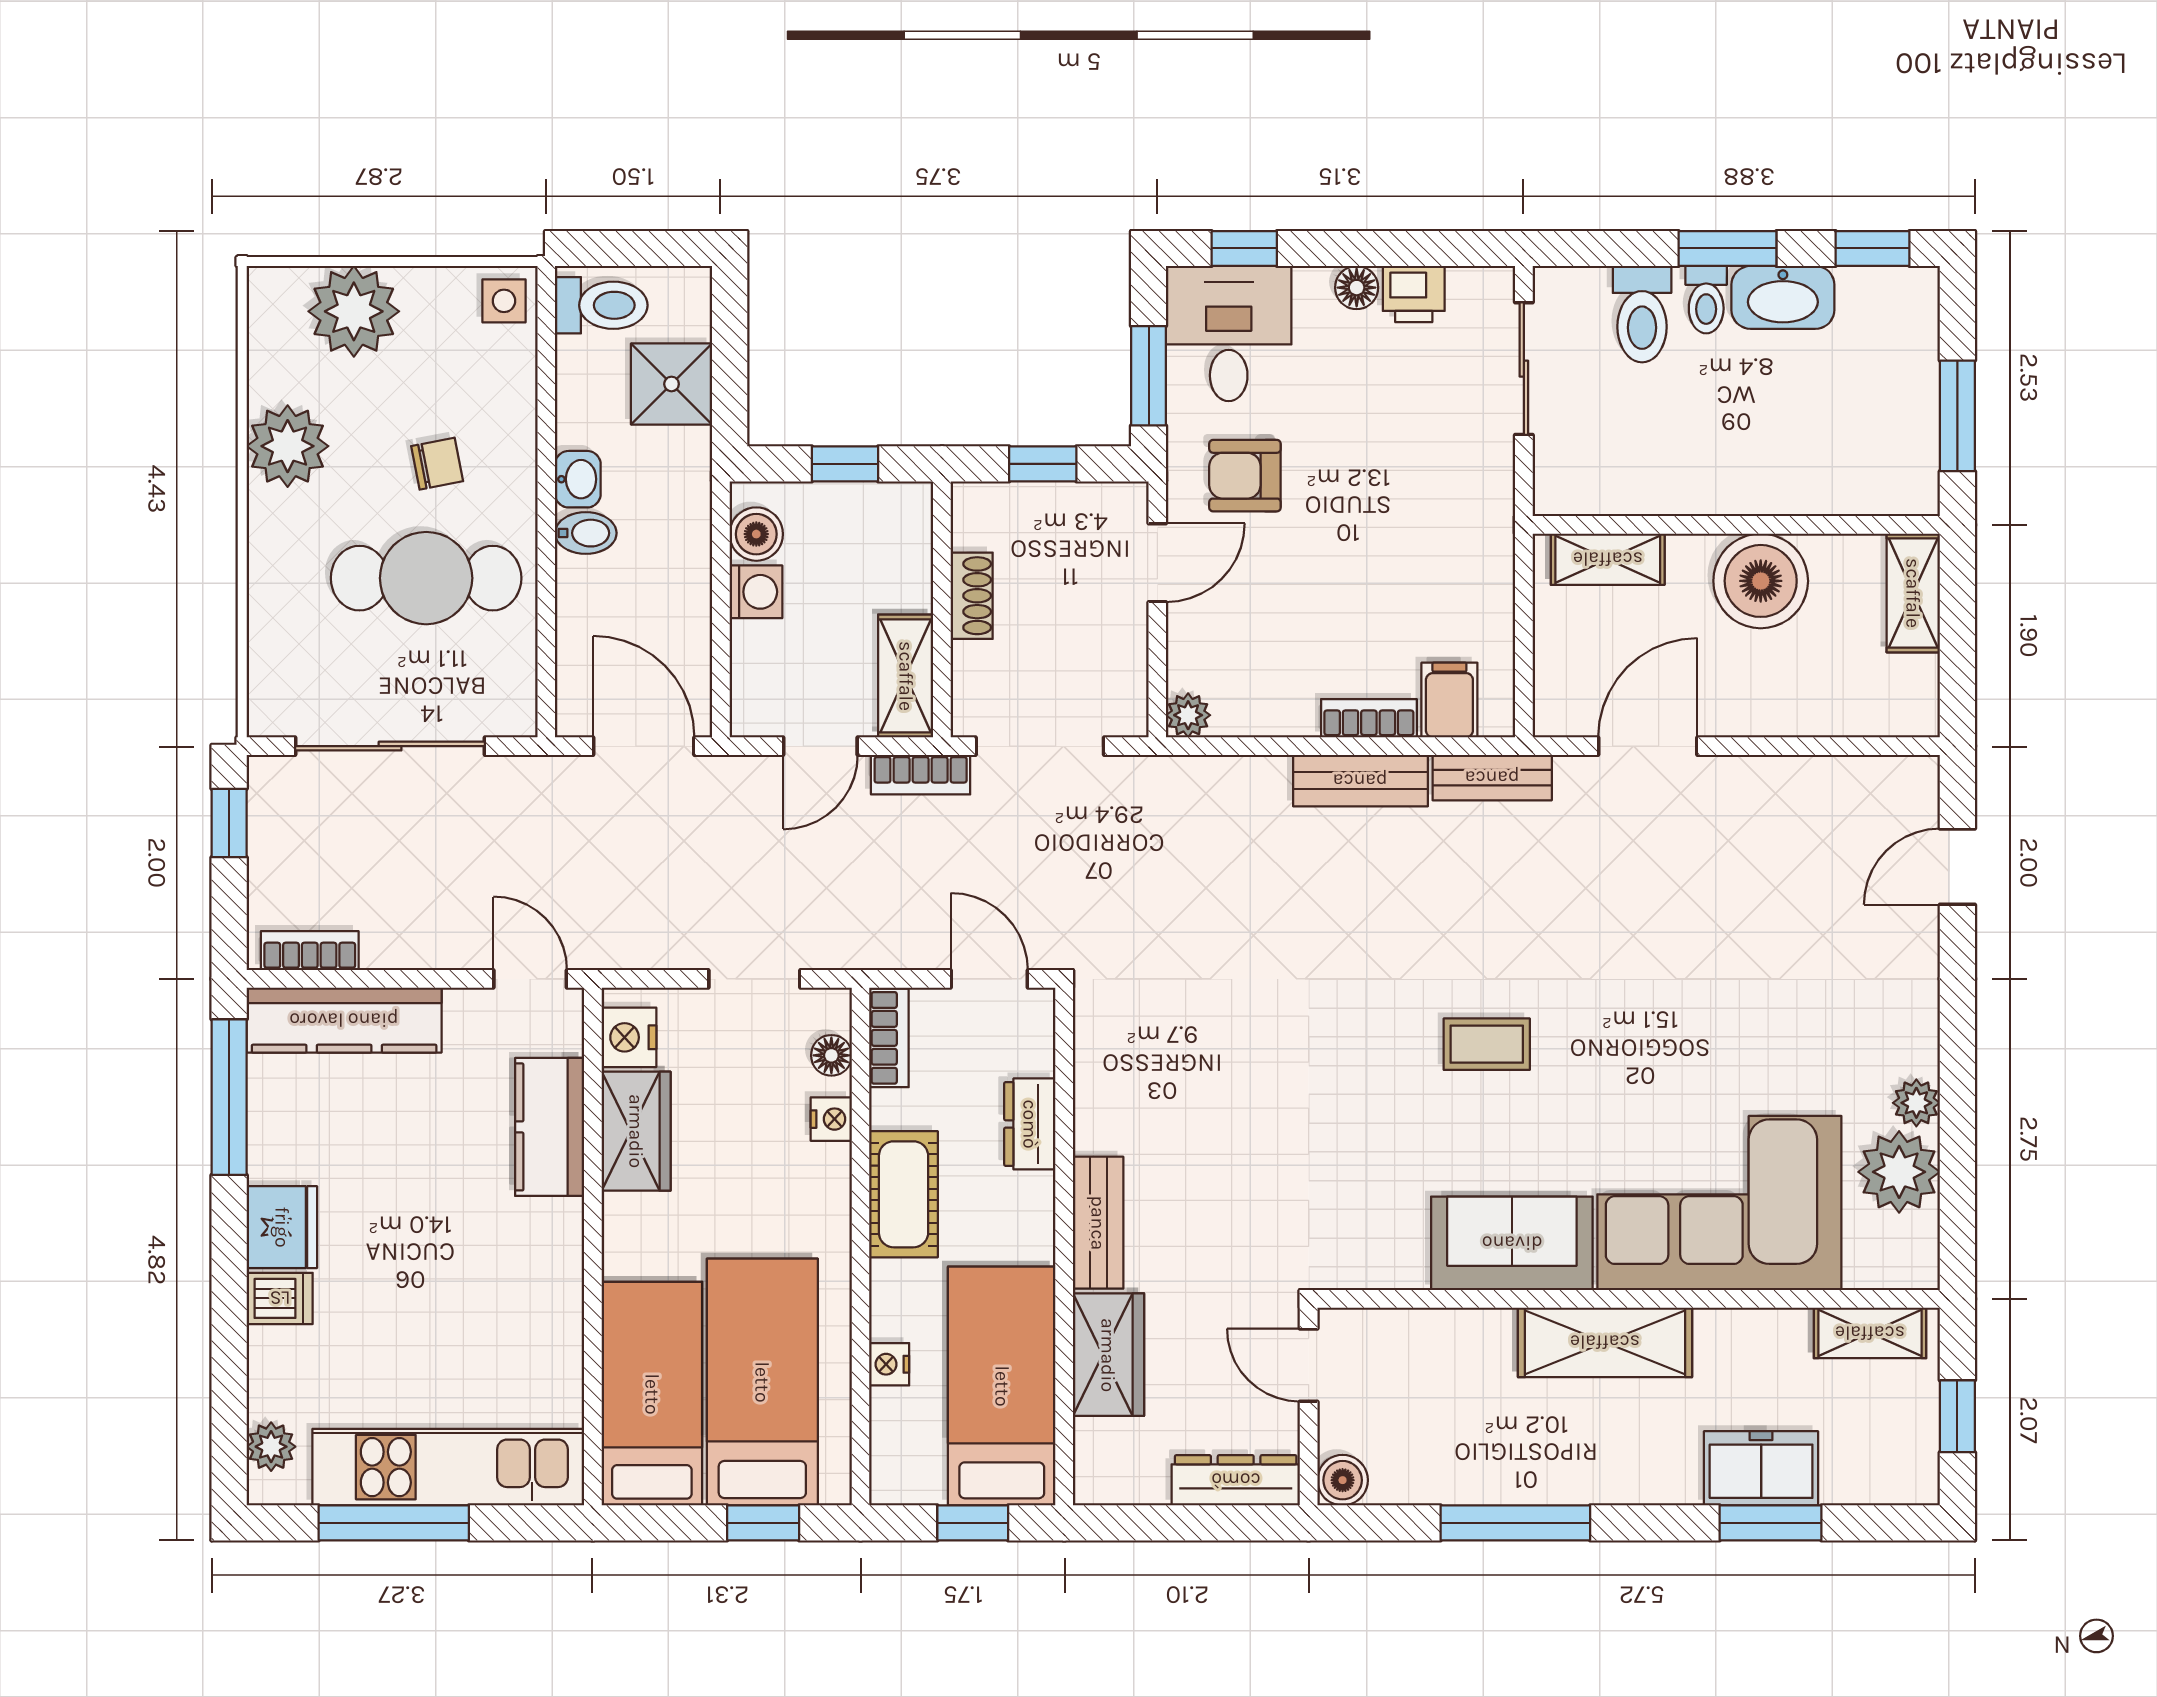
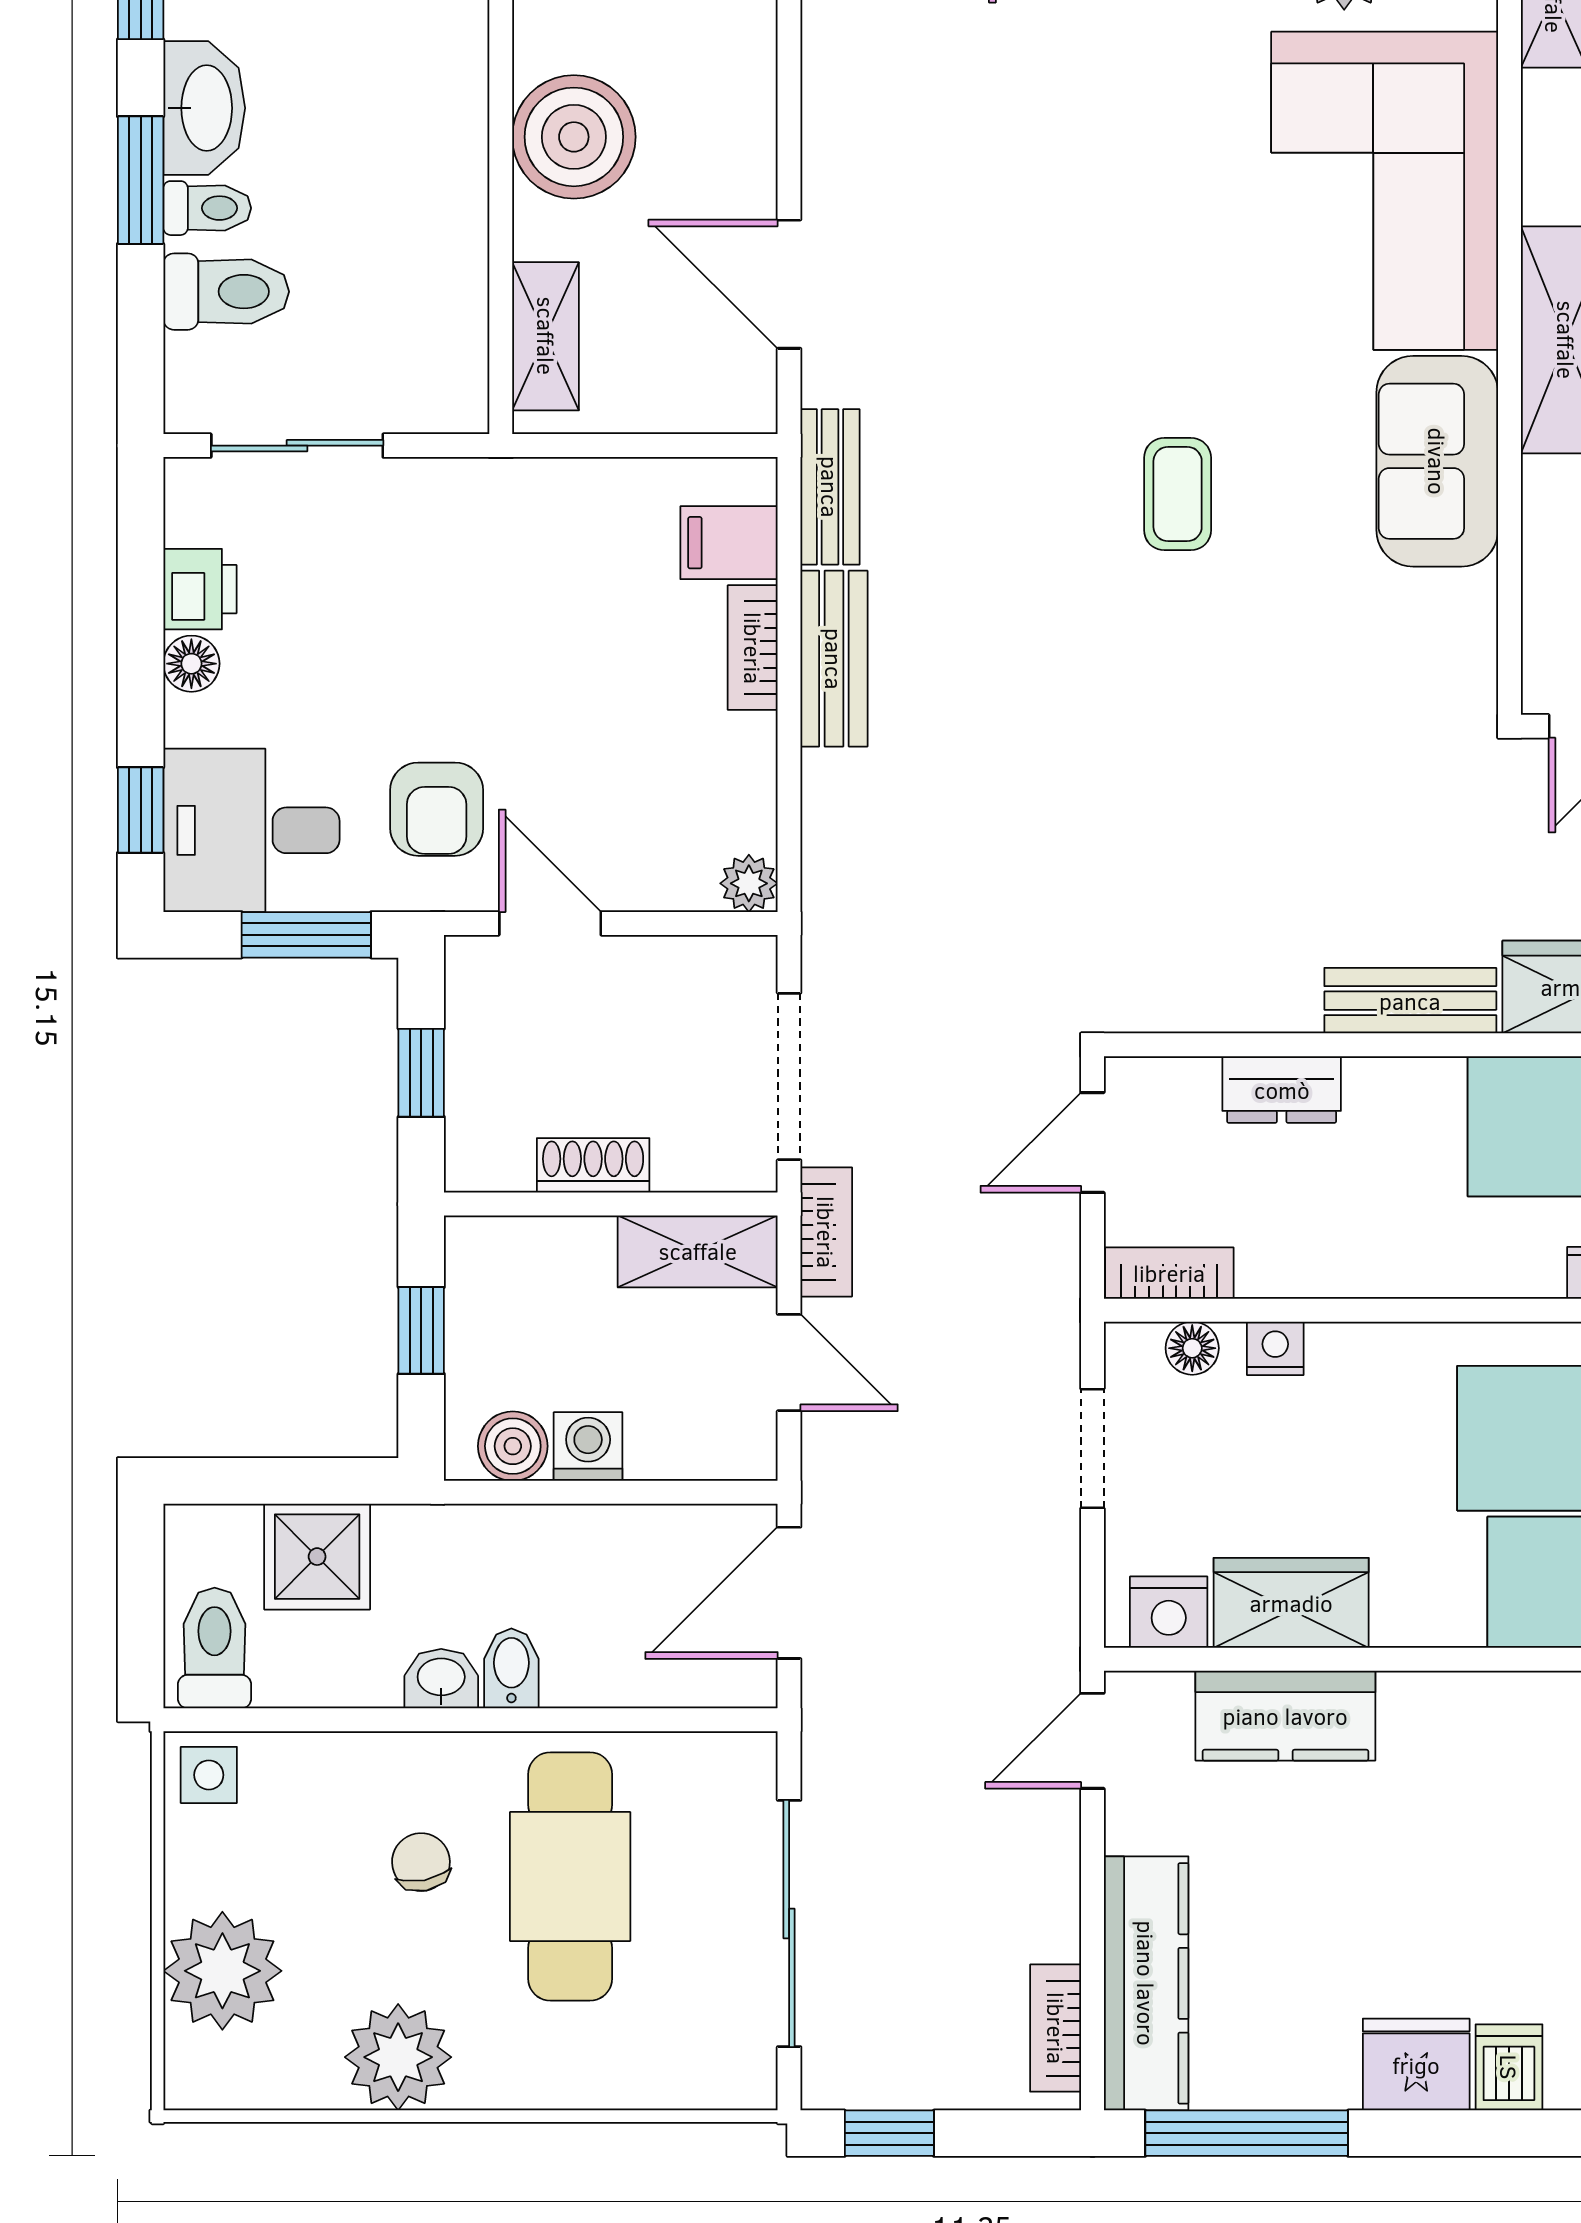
cot: (904, 1194) -> (1373, 1254), removed

